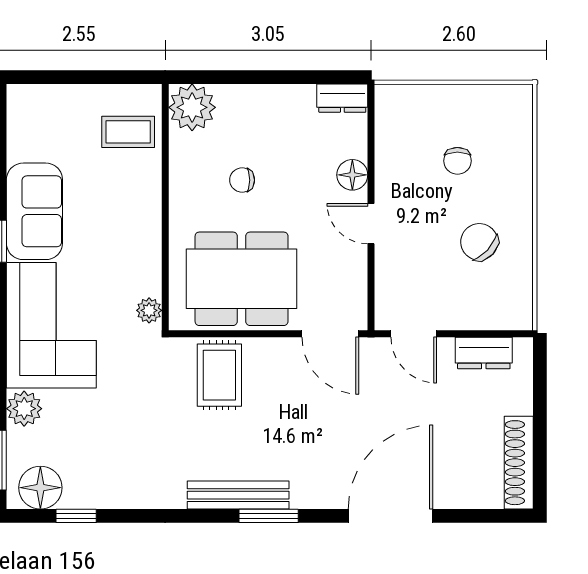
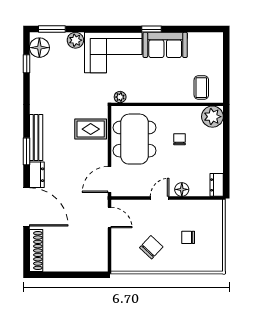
door: (414, 334) -> (109, 217), swing flipped
dresser: (484, 353) -> (37, 175), moved, turned 180
shoe rack: (519, 463) -> (36, 251), moved, turned 90

